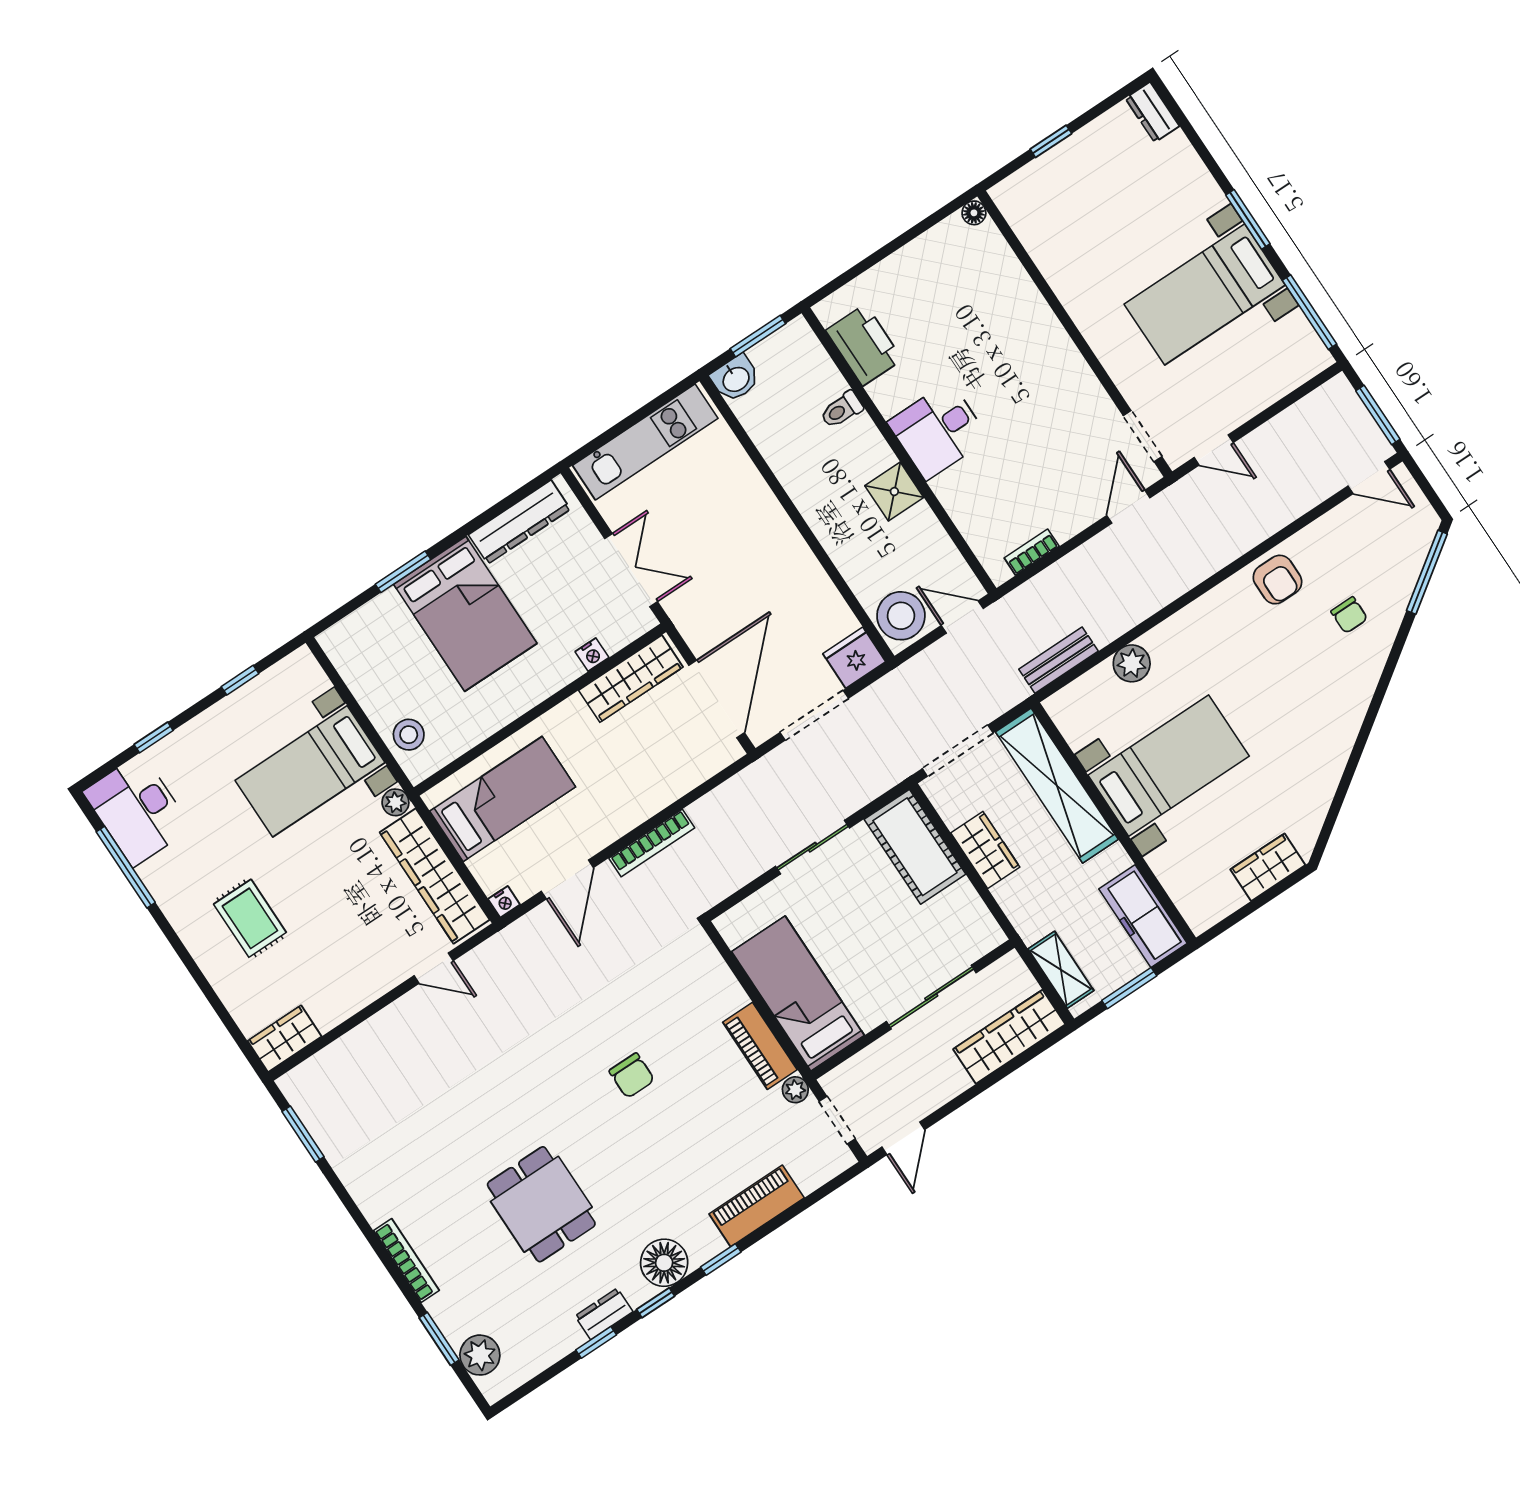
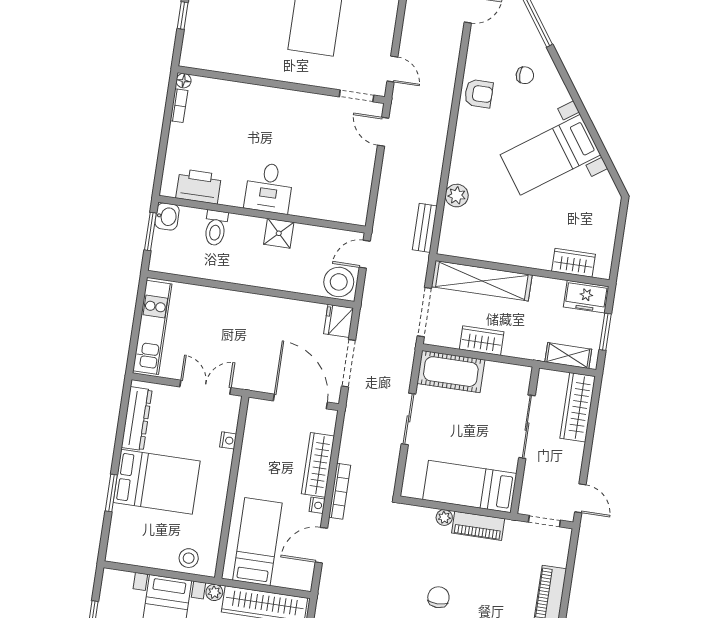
washbasin: (735, 379) -> (167, 216), moved
toilet: (842, 410) -> (216, 228), width x1.37, depth x1.39
door: (1214, 450) -> (392, 69), hinge flipped
bookcase: (1032, 552) -> (179, 106), moved, turned 180
wardrobe: (631, 679) -> (318, 465), moved, turned 180
bed with nightstands: (1169, 766) -> (550, 155), moved, turned -125
wardrobe: (1268, 867) -> (574, 263), moved, turned 90
door: (567, 879) -> (321, 545), swing flipped
nightstand: (504, 902) -> (317, 505), moved
freezer: (1143, 916) -> (586, 297), width x0.71
chair: (632, 1076) -> (438, 597), turned -90
plant: (795, 1090) -> (444, 518), moved

